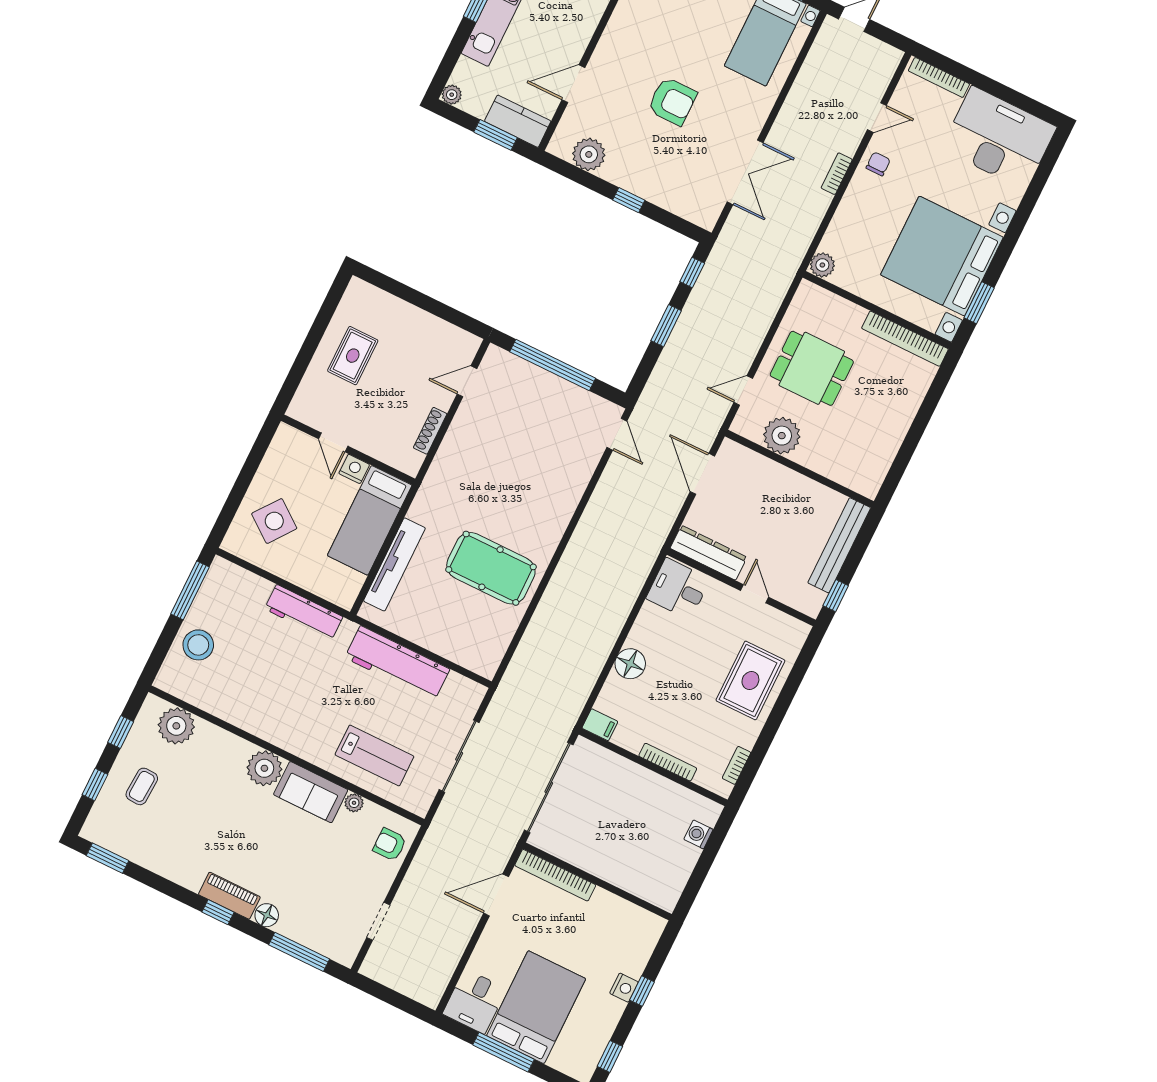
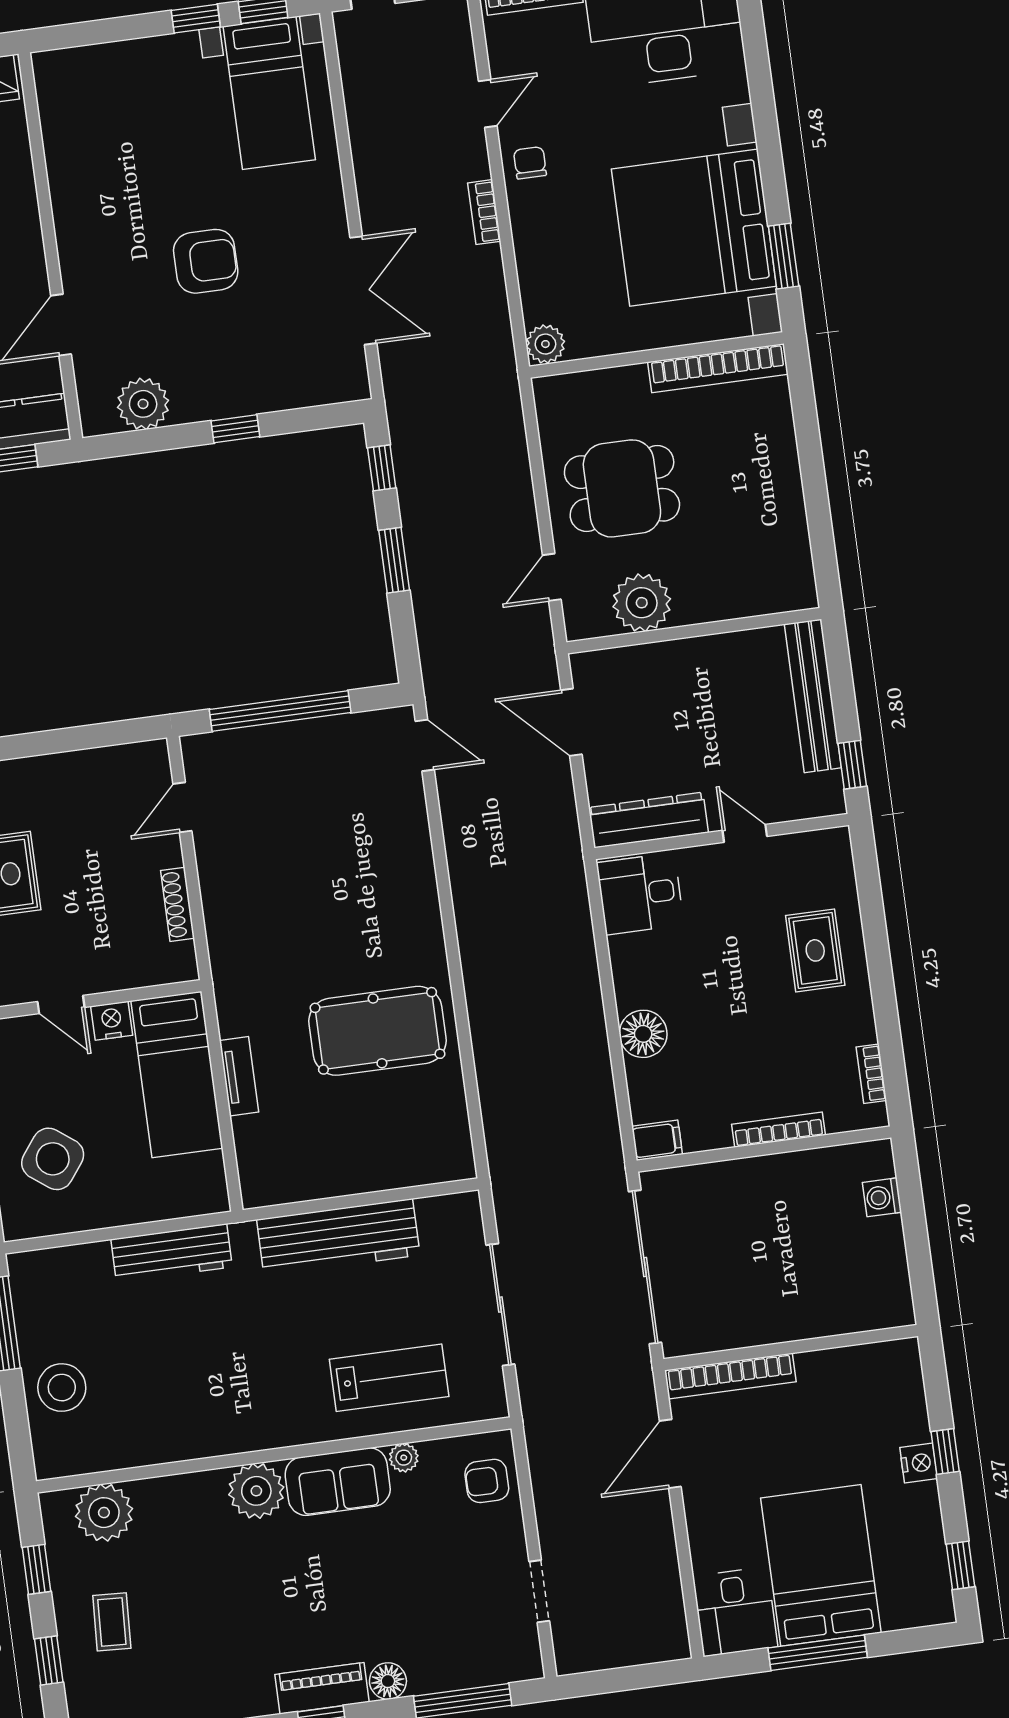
tv unit: (394, 564) -> (239, 1076), width x0.52, depth x0.78
rug: (750, 680) -> (815, 950), width x0.73, depth x0.70

